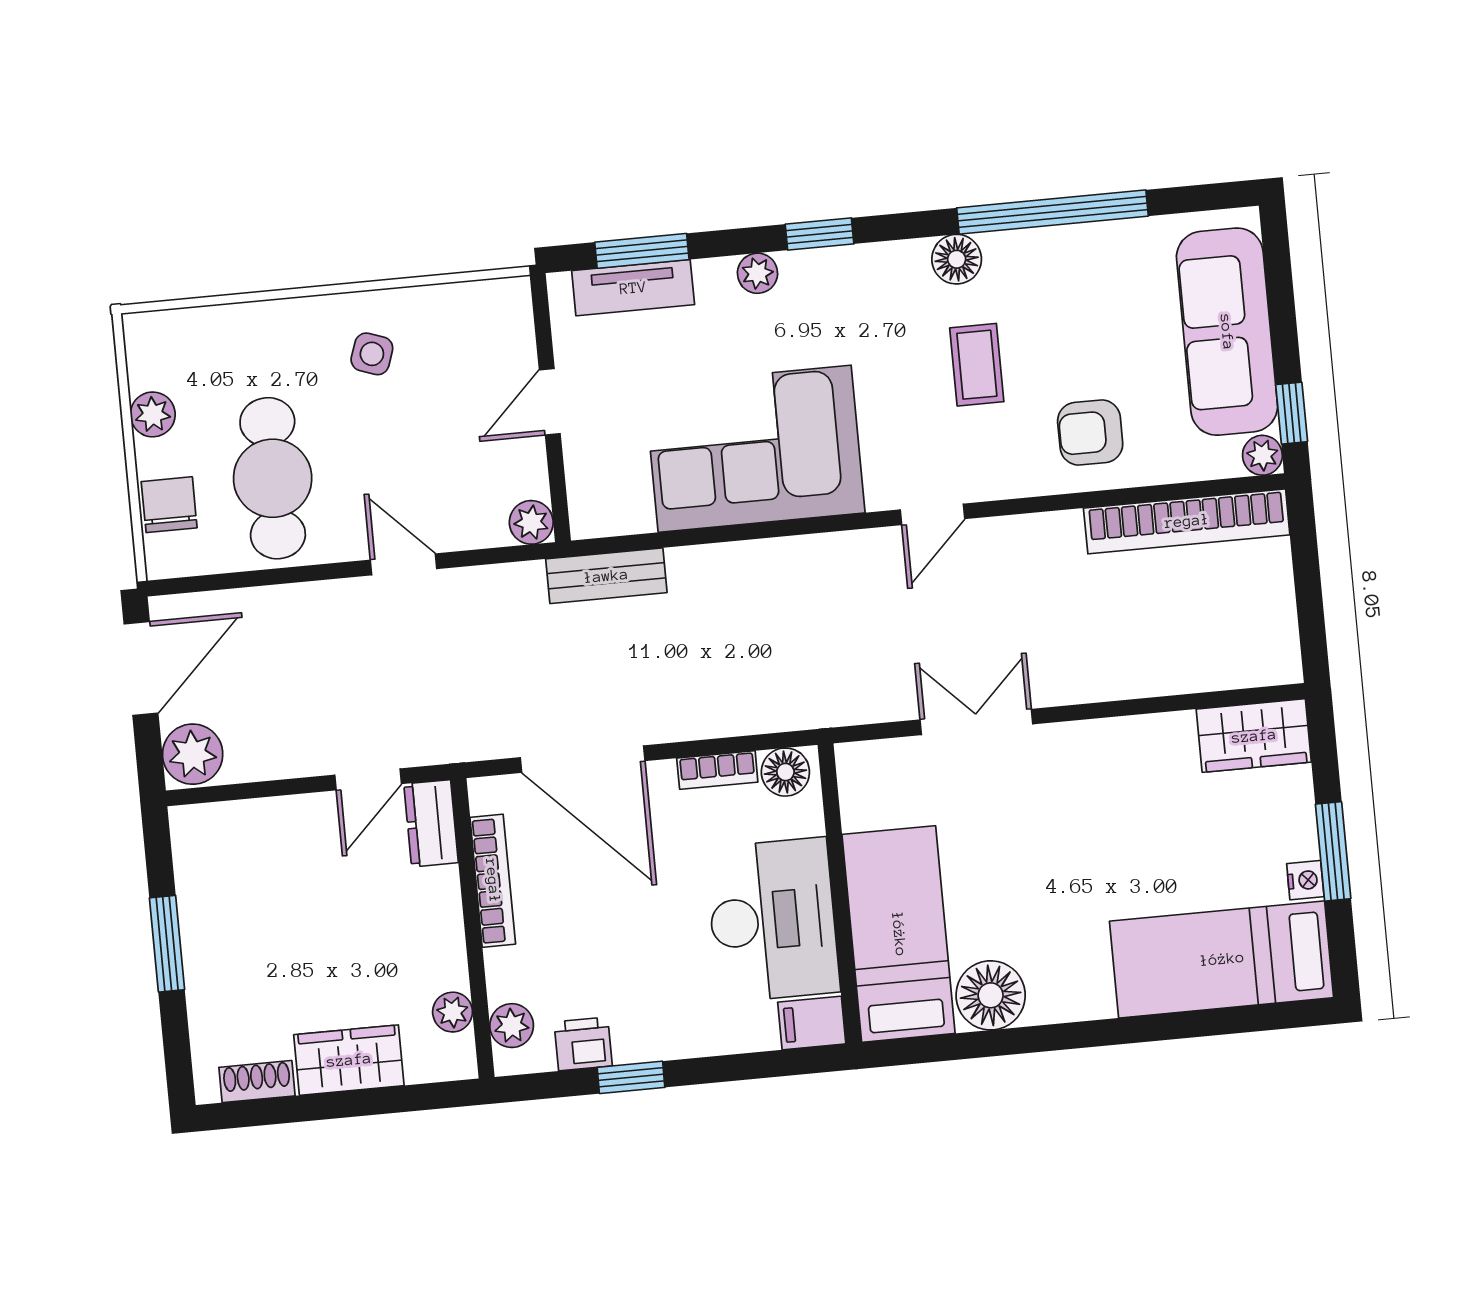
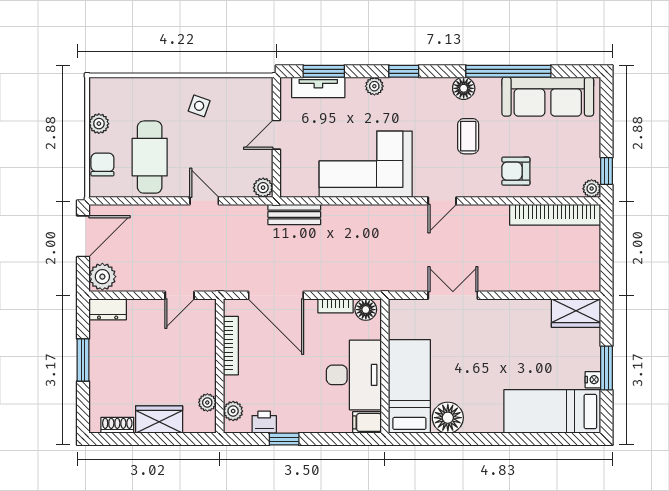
sofa: (1227, 332) -> (548, 97), moved, turned -90
dresser: (431, 823) -> (108, 309), moved, turned -90

